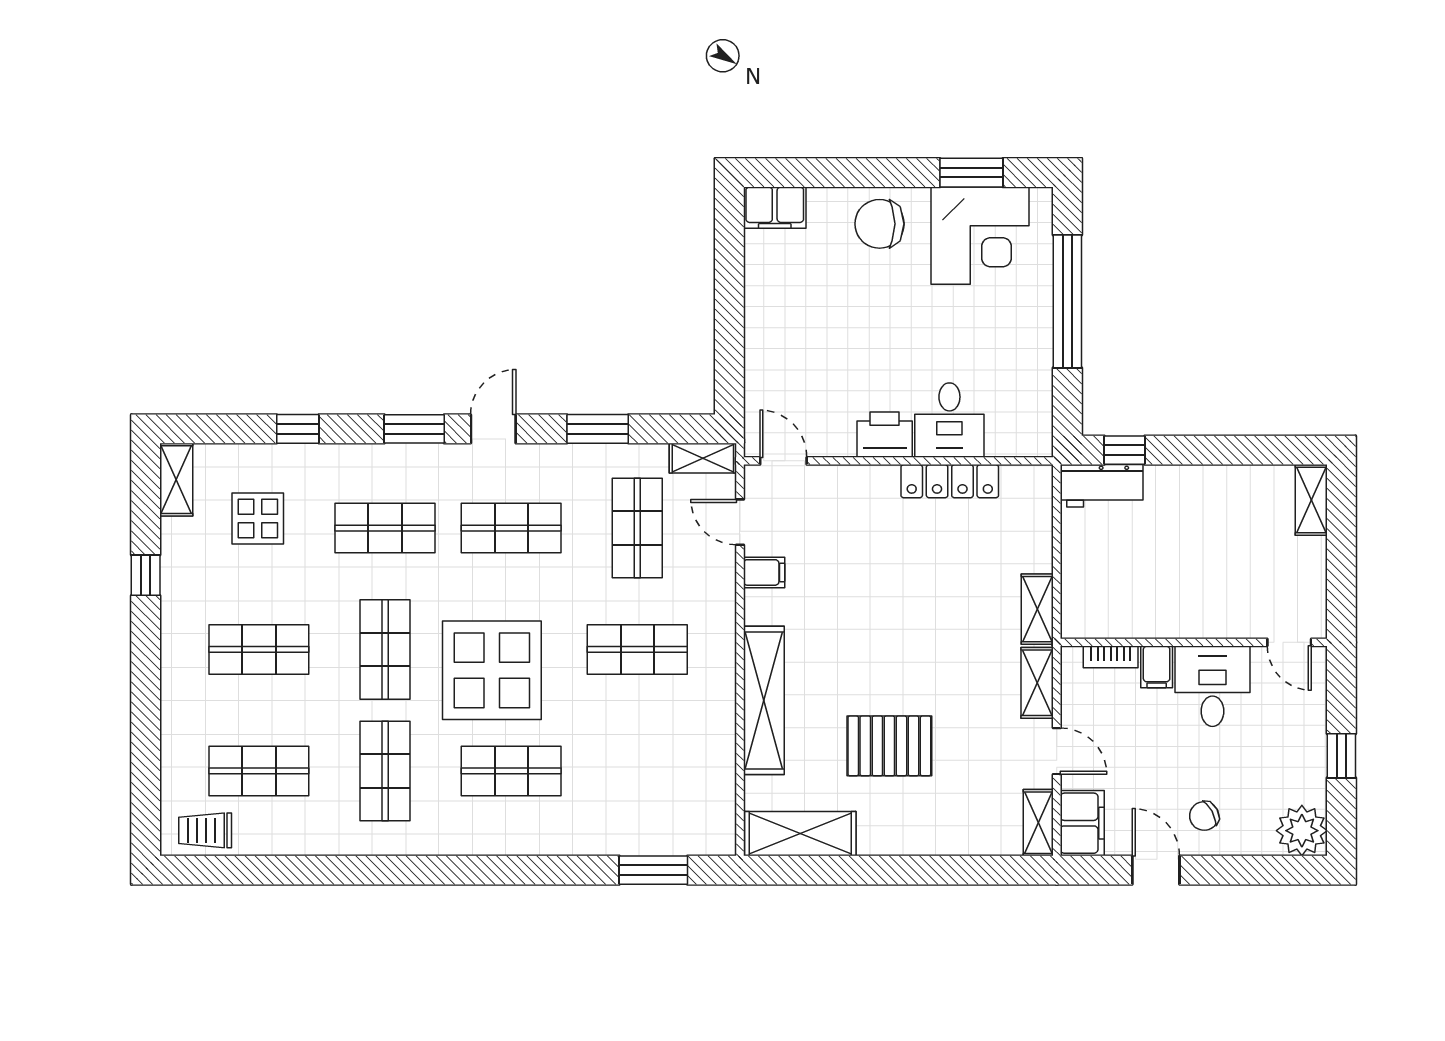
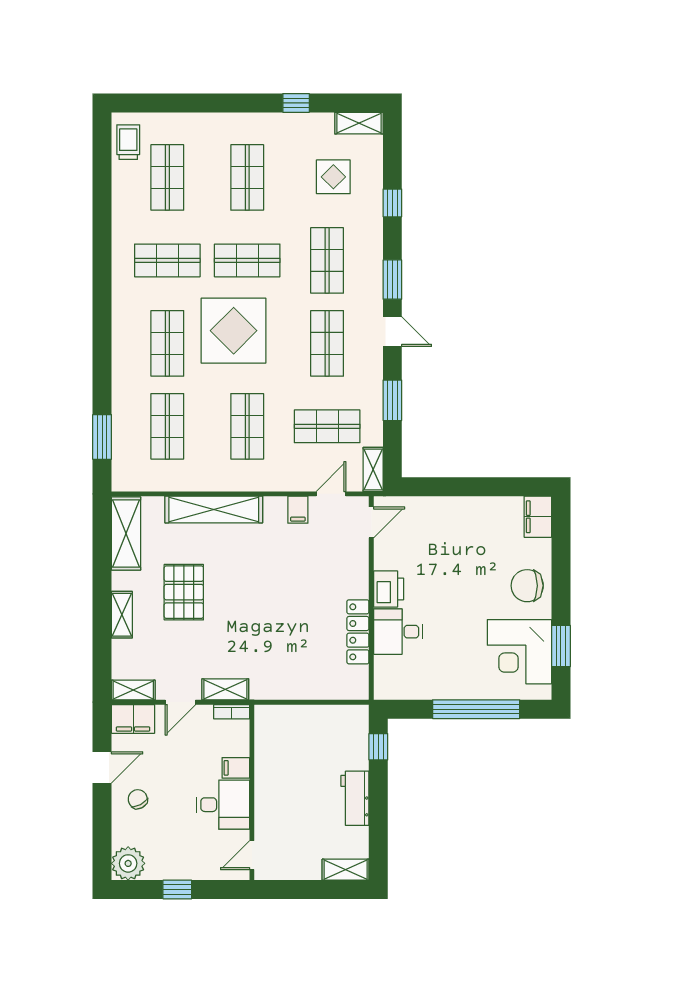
chair: (880, 224) -> (527, 586), turned -90
workbench: (1102, 486) -> (355, 798), moved
shelving: (1037, 609) -> (122, 615), moved, turned 90
bookcase: (1111, 657) -> (232, 712), moved, turned -90
shop shelf: (637, 771) -> (167, 426), added

